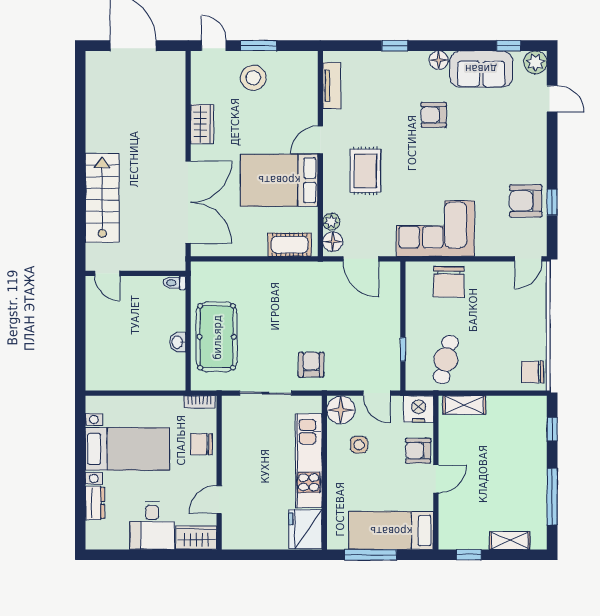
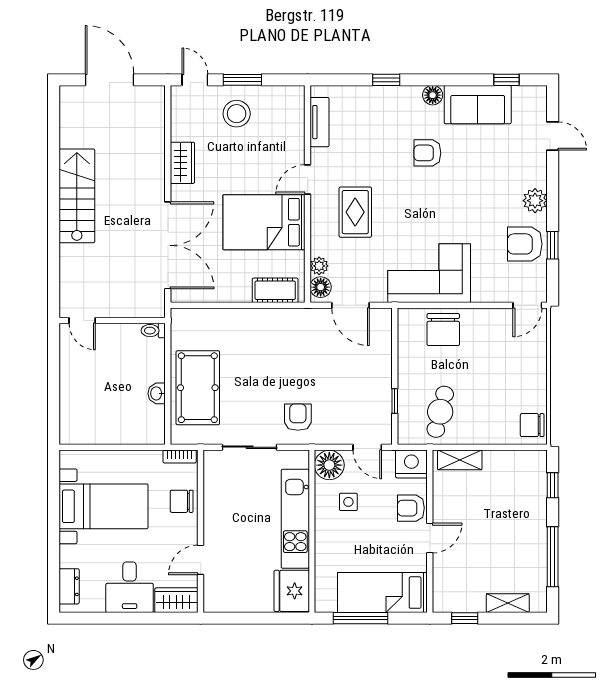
plant: (535, 62) -> (535, 201), moved
stairs: (102, 198) -> (77, 196), moved
dresser: (95, 503) -> (69, 586), moved

